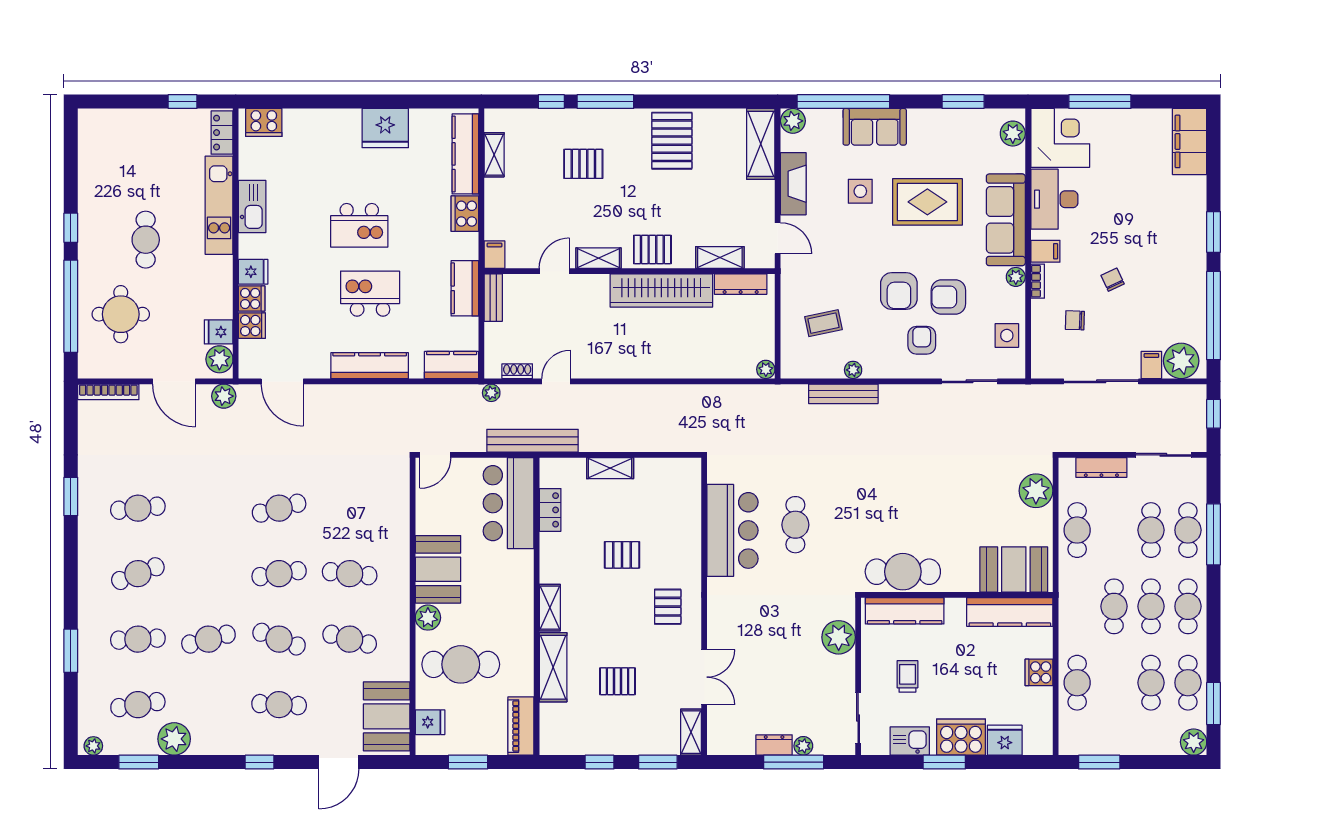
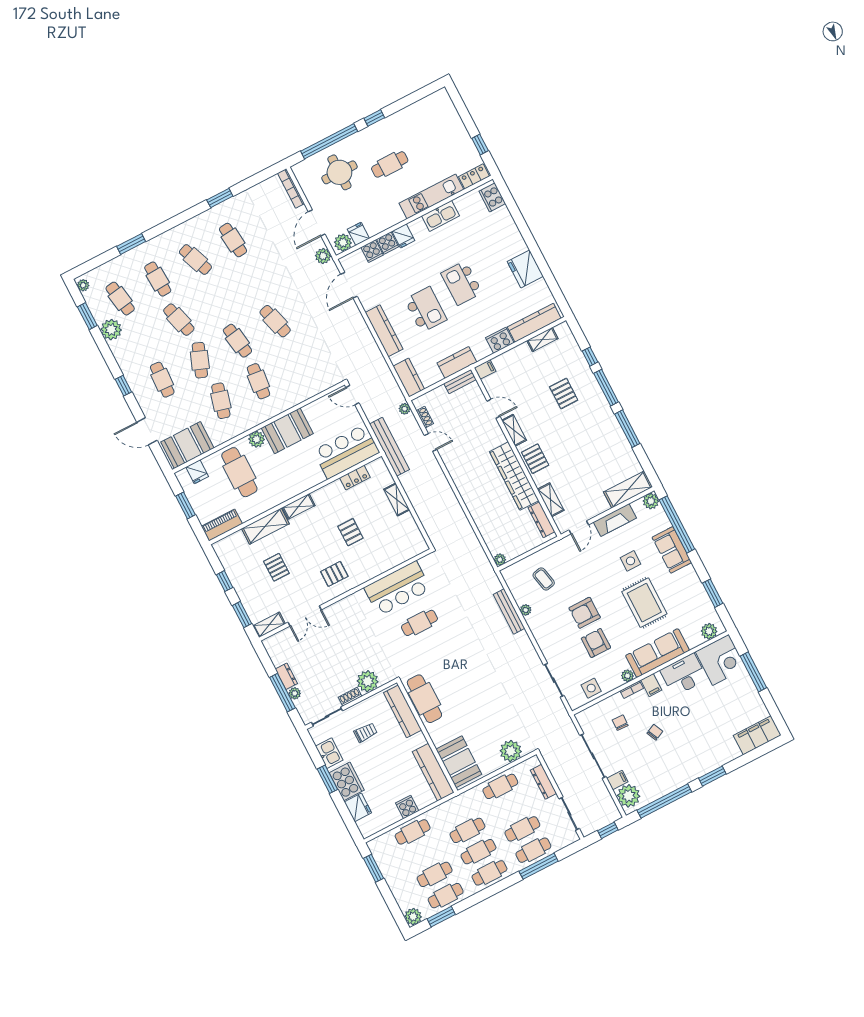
window: (677, 102) -> (627, 429), added
pallet: (672, 141) -> (603, 437), removed
armchair: (922, 340) -> (563, 641), removed
shoe rack: (847, 672) -> (350, 697), added

